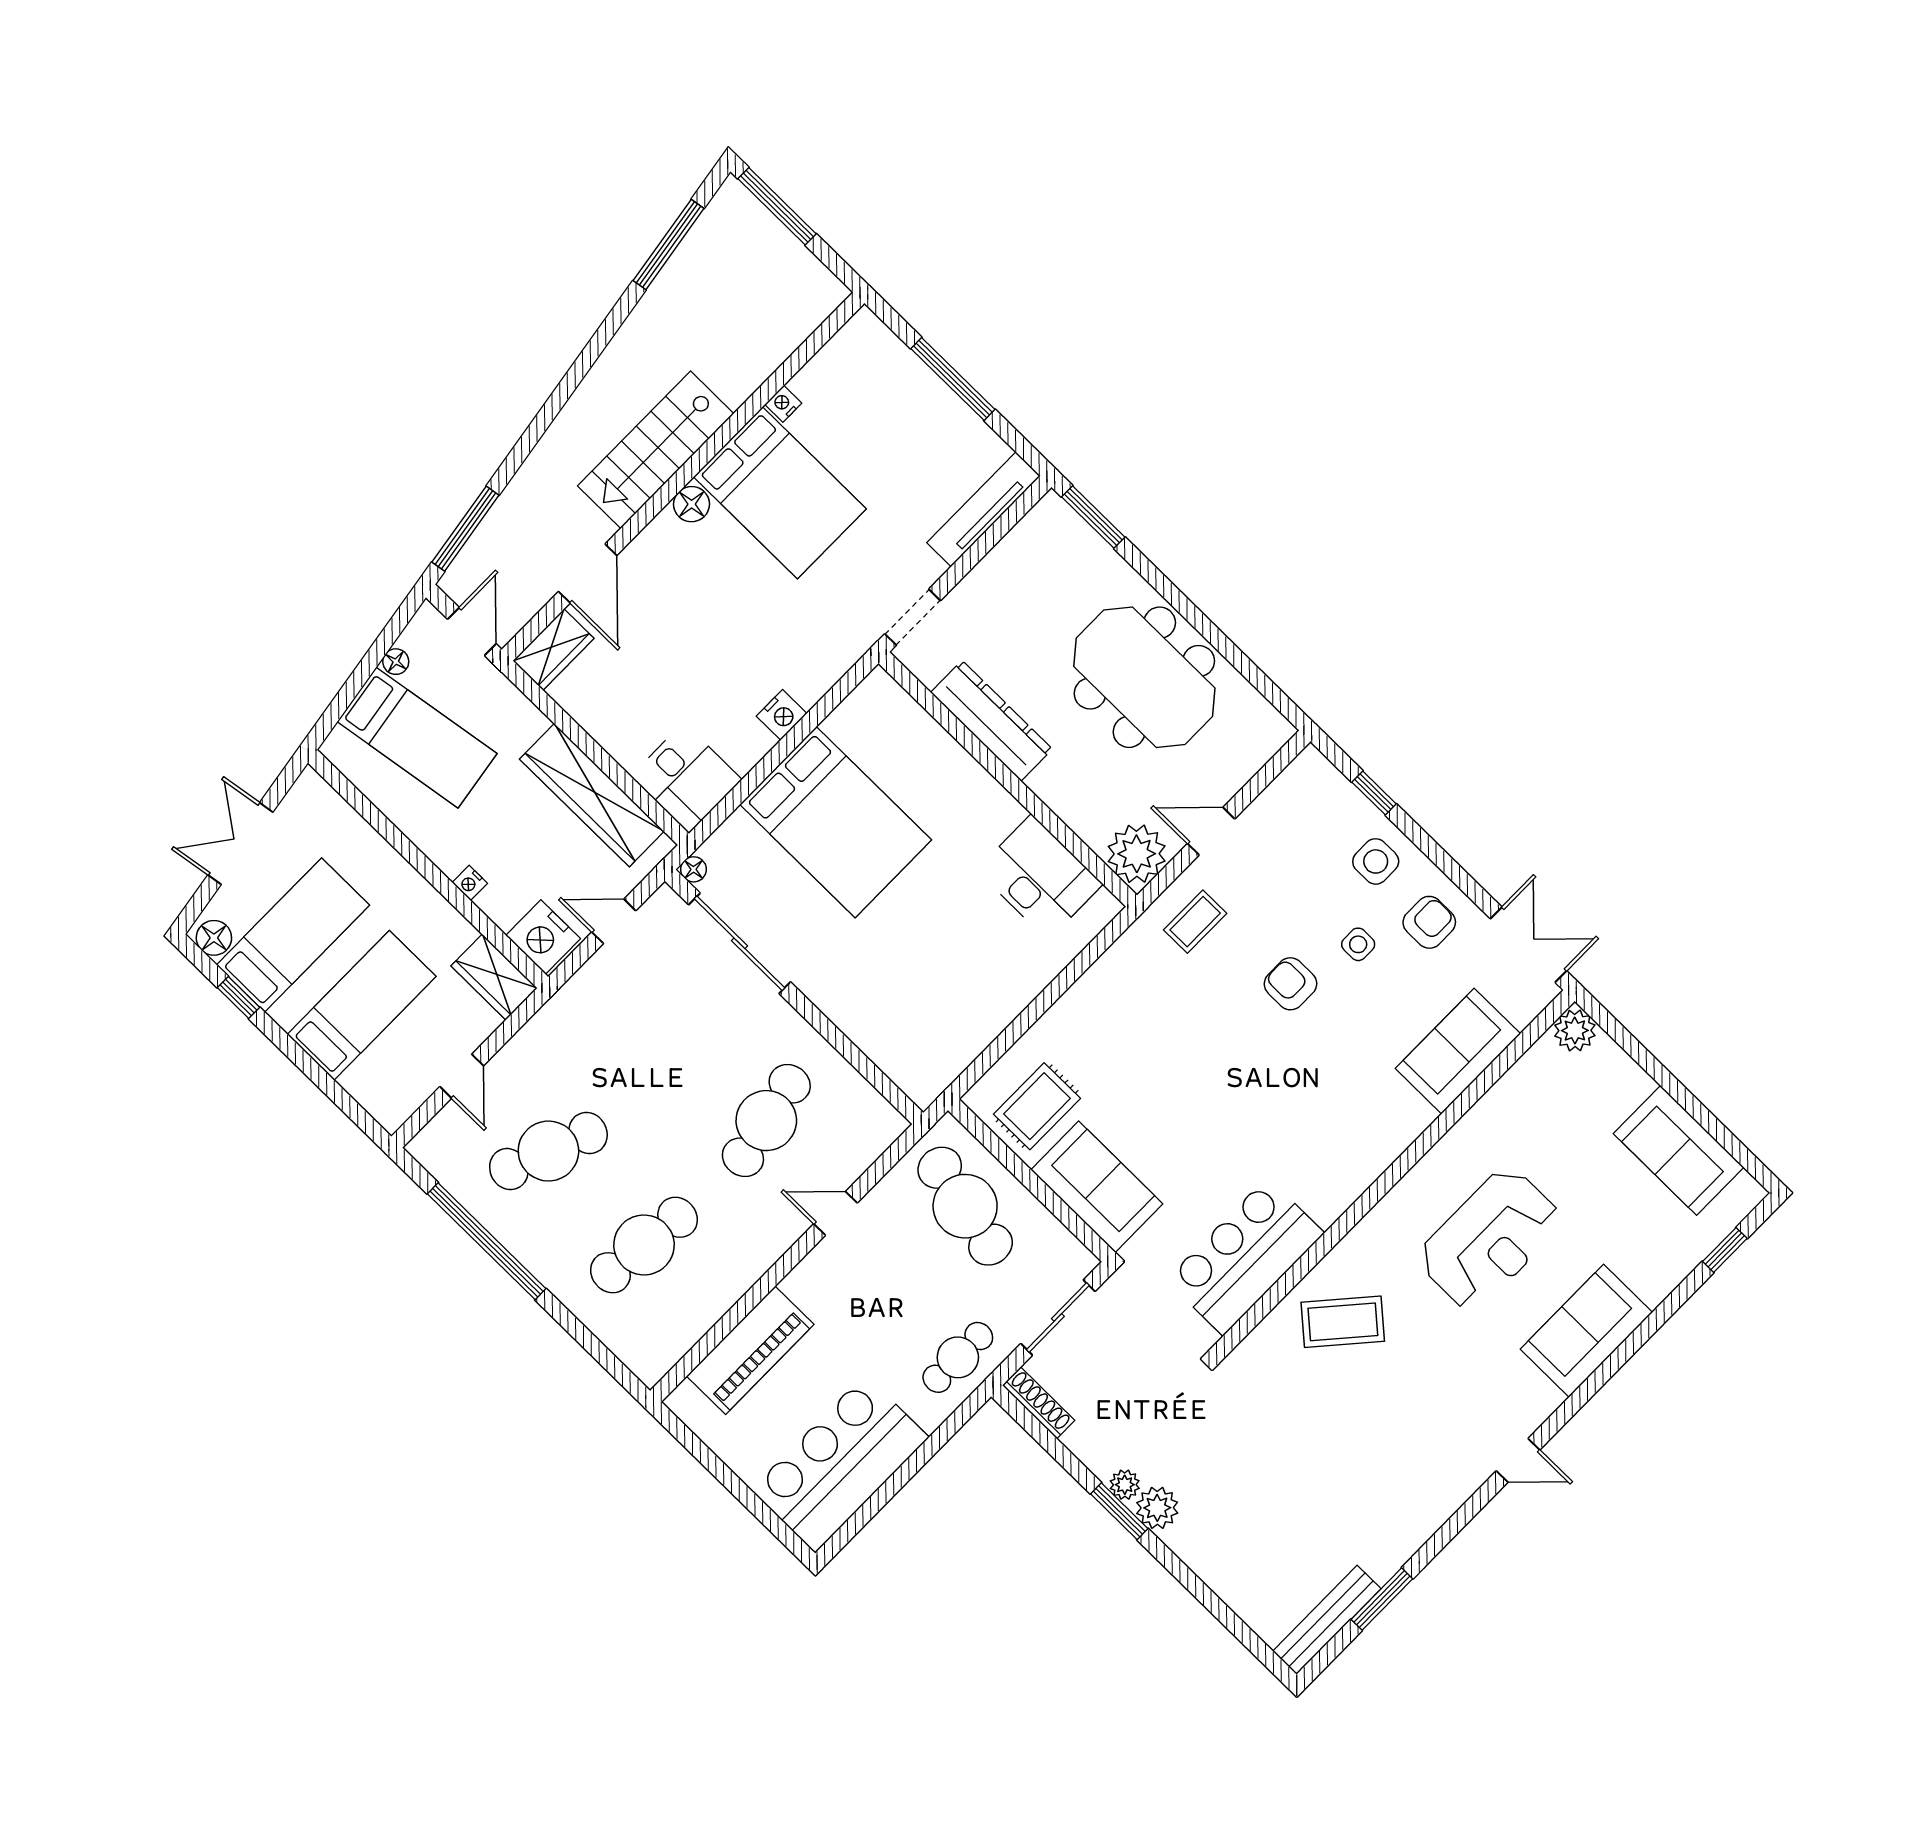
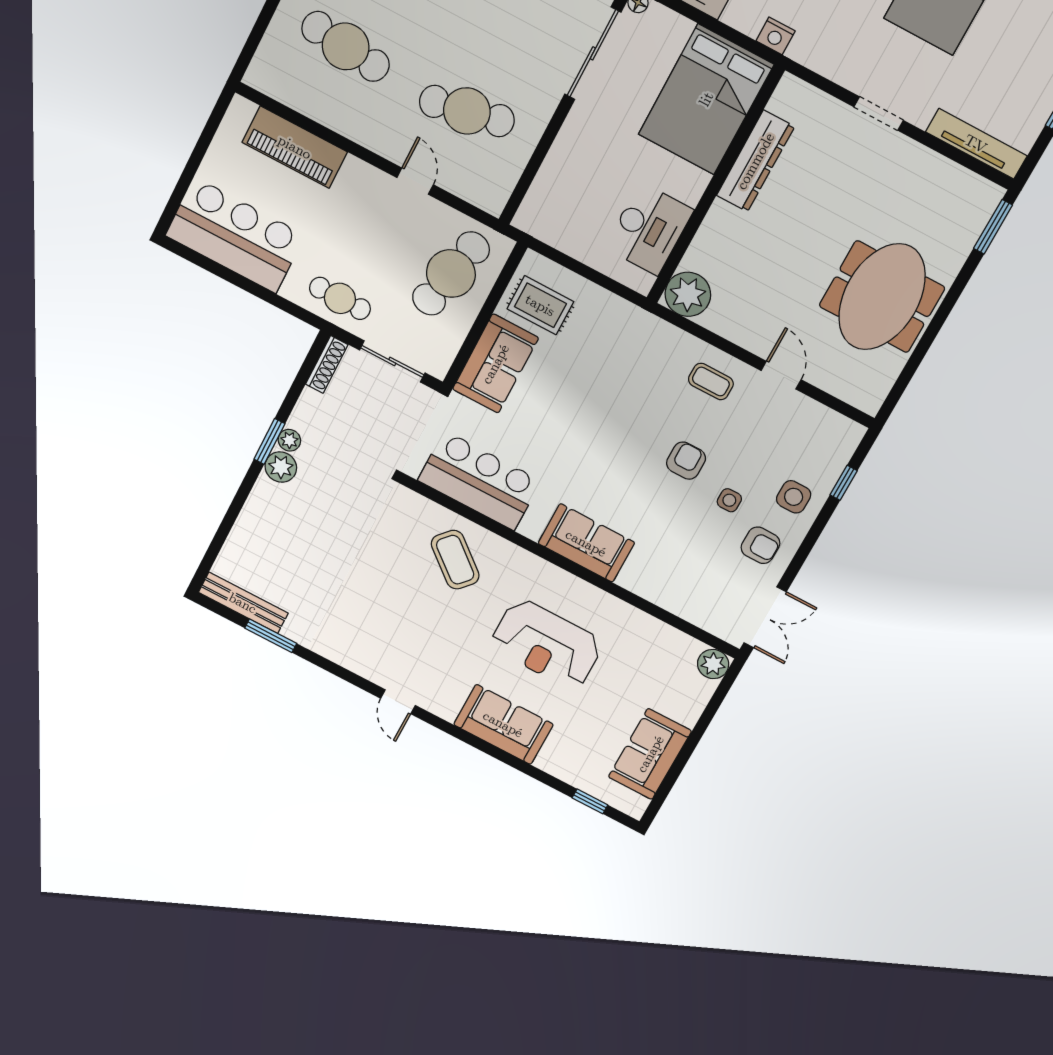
dresser: (991, 721) -> (755, 161), moved
wall: (1008, 779) -> (715, 185), moved
plant: (1137, 854) -> (688, 294), moved
desk: (1040, 877) -> (649, 229), moved
sofa: (1458, 1051) -> (586, 543), moved

